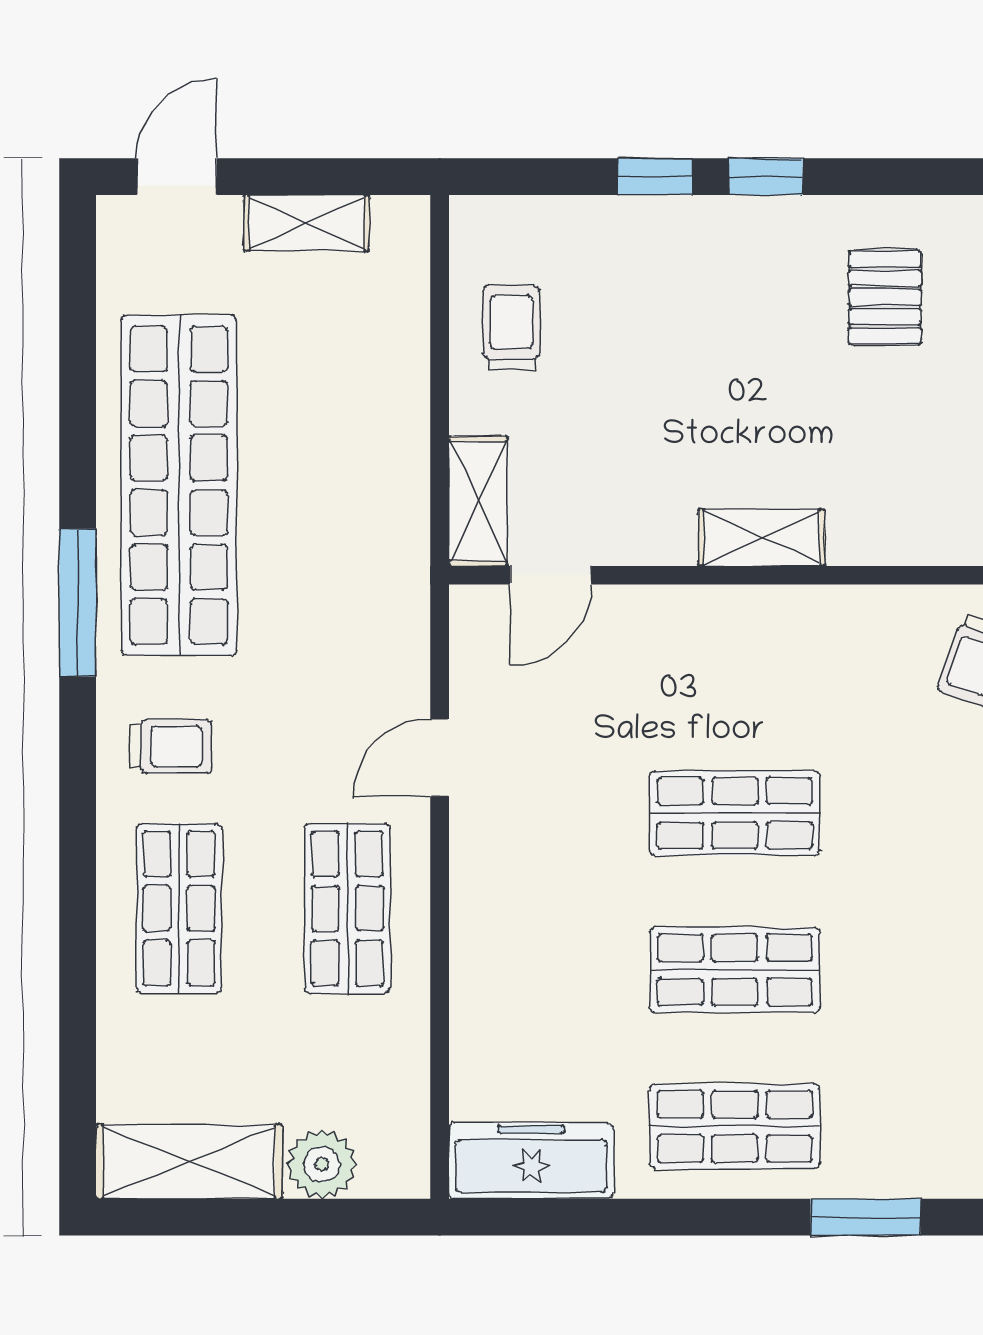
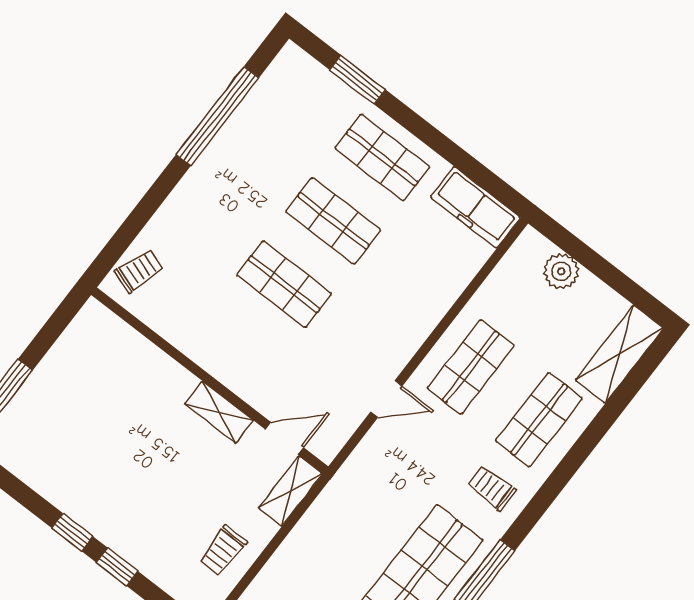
pallet: (885, 297) -> (62, 446), removed
shelving: (762, 538) -> (219, 412), moved
shelving: (189, 1162) -> (619, 354), moved, turned 90

